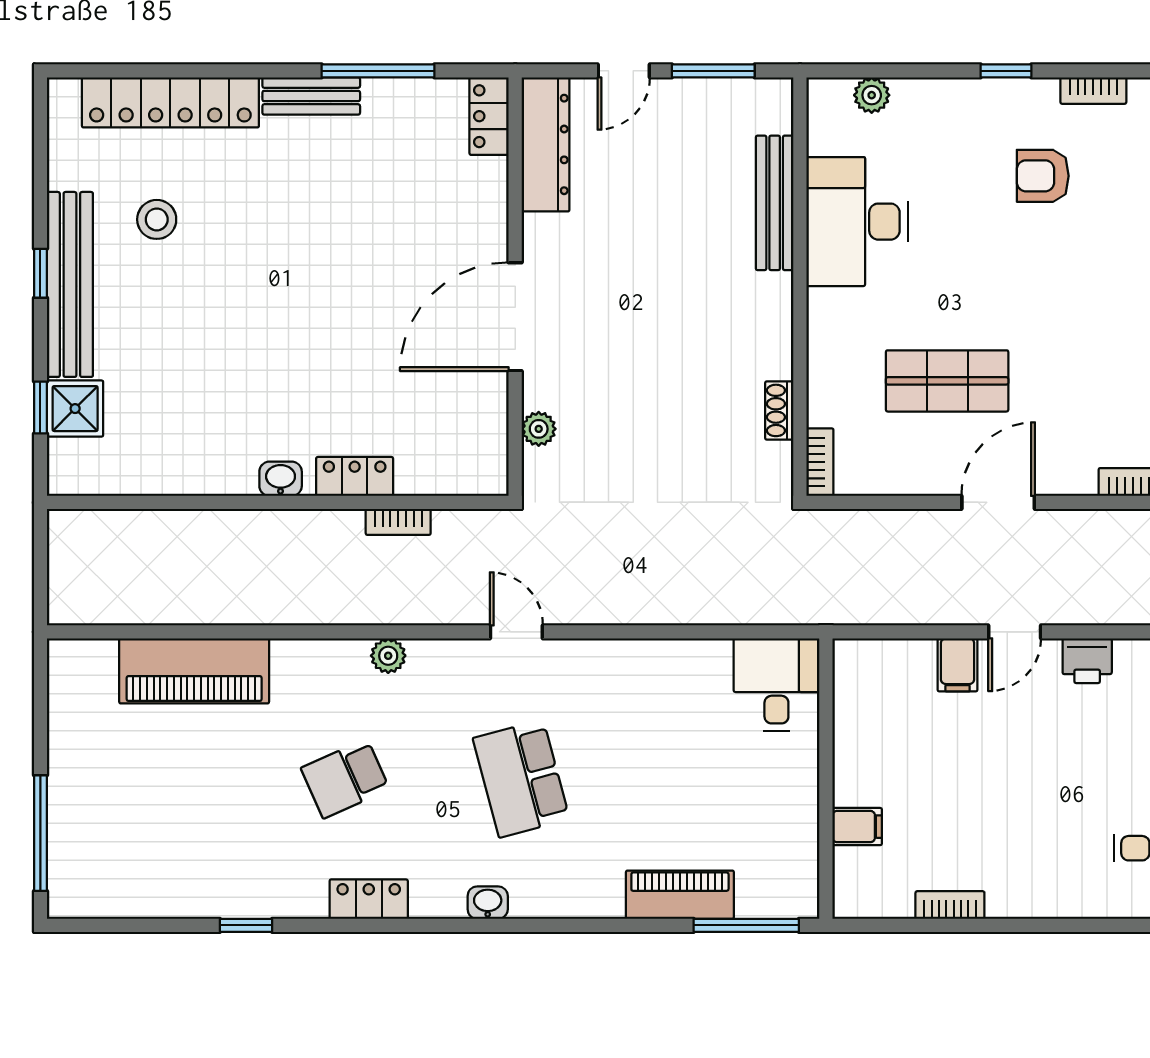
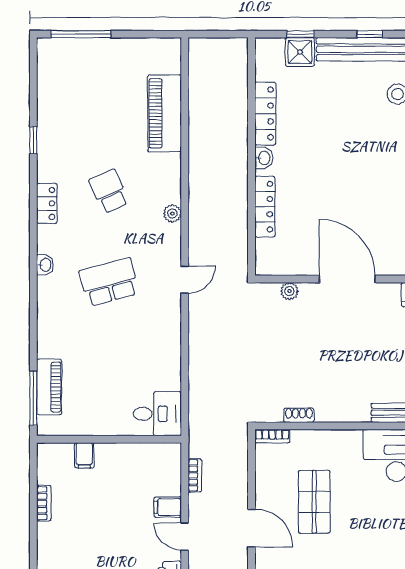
locker: (194, 476) -> (265, 113), added
locker: (355, 476) -> (265, 207), width x1.53
bookcase: (398, 522) -> (195, 475), moved, turned 180
piano: (680, 895) -> (49, 387), moved

